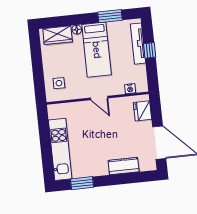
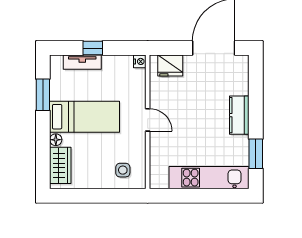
tv unit: (138, 44) -> (82, 62), width x0.71
nightstand: (130, 89) -> (140, 61), moved
door: (99, 98) -> (148, 120), hinge flipped
kitchen counter: (124, 166) -> (239, 115), moved

